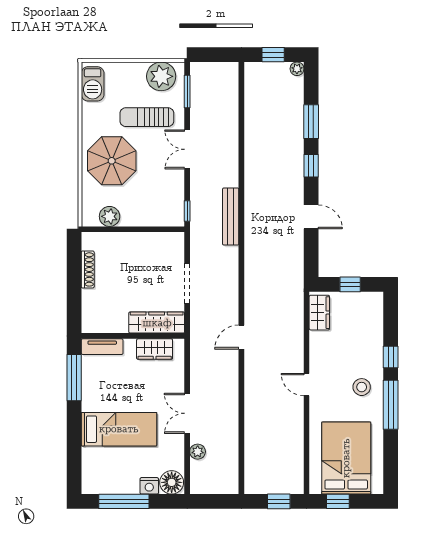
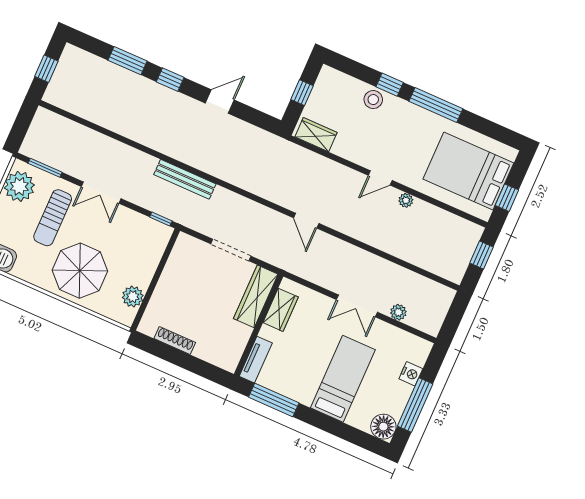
plant: (297, 69) -> (406, 200), moved
stool: (362, 387) -> (373, 100), moved
floor lamp: (172, 482) -> (383, 427), moved

